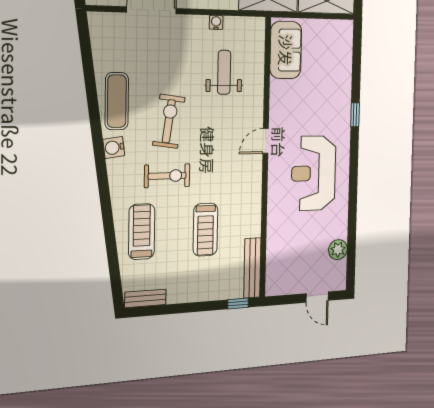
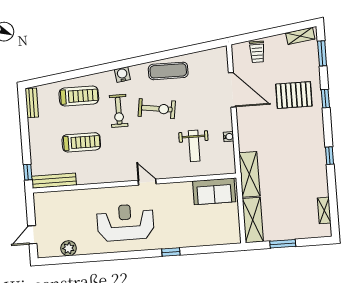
weight bench: (224, 72) -> (194, 146), turned 90
water cooler: (114, 147) -> (122, 75), moved
treadmill: (205, 230) -> (81, 142), turned 180

